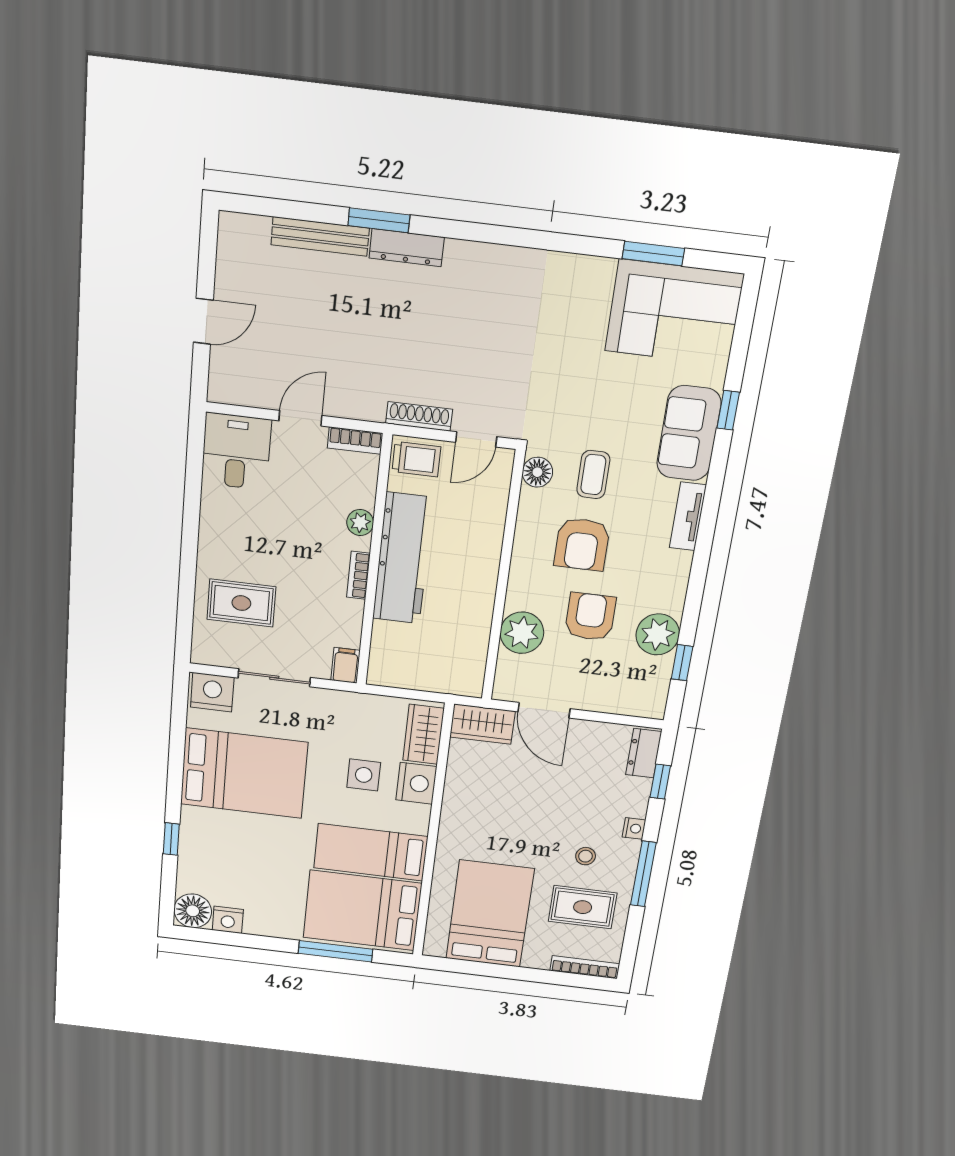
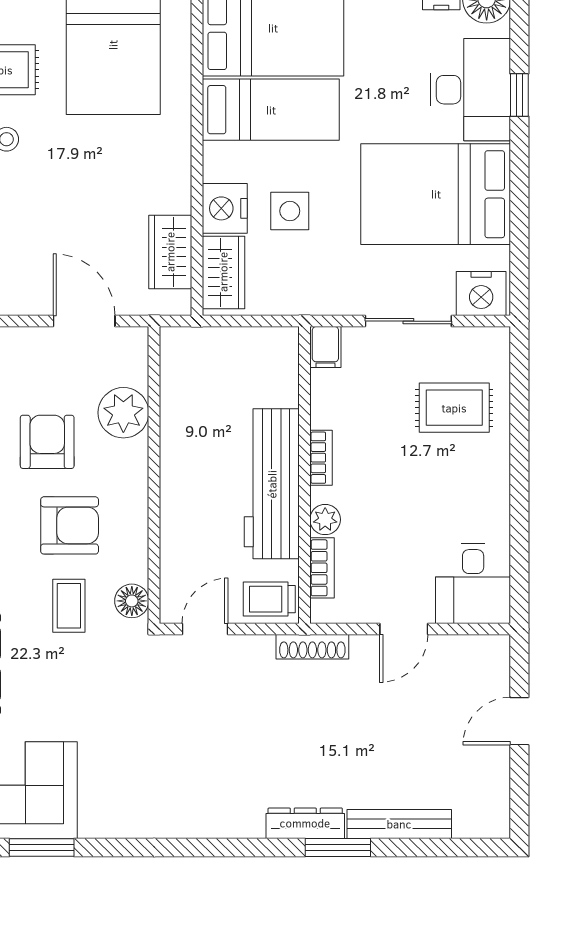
shoe rack: (419, 416) -> (312, 647), moved
bookcase: (355, 441) -> (322, 568), moved, turned 90
armchair: (582, 544) -> (70, 525), turned 90
armchair: (590, 617) -> (47, 442), turned 180
wardrobe: (482, 724) -> (170, 252), moved, turned -90
desk: (210, 848) -> (470, 90), added

